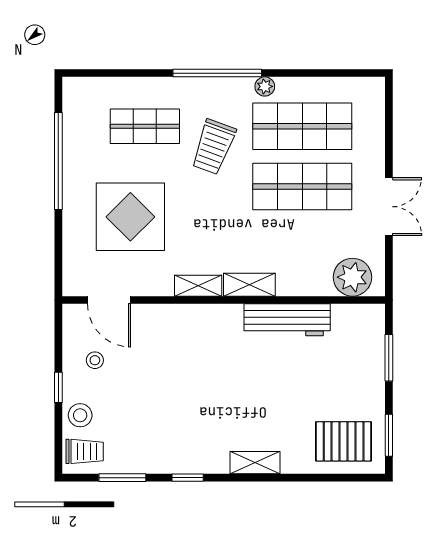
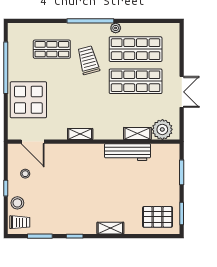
trolley: (213, 147) -> (88, 60), turned 145
display table: (130, 217) -> (28, 100), moved
shelving: (249, 285) -> (137, 133), moved

